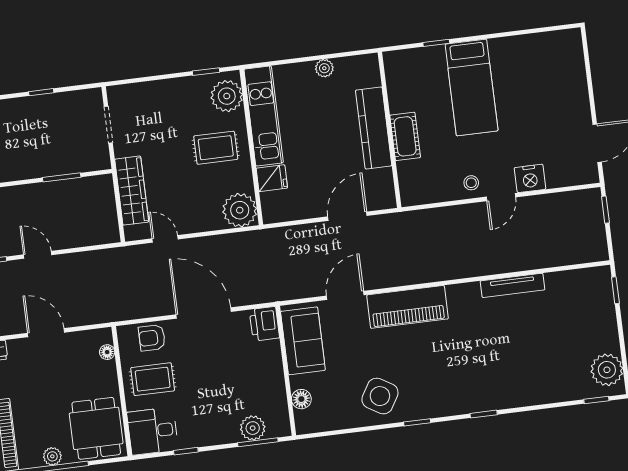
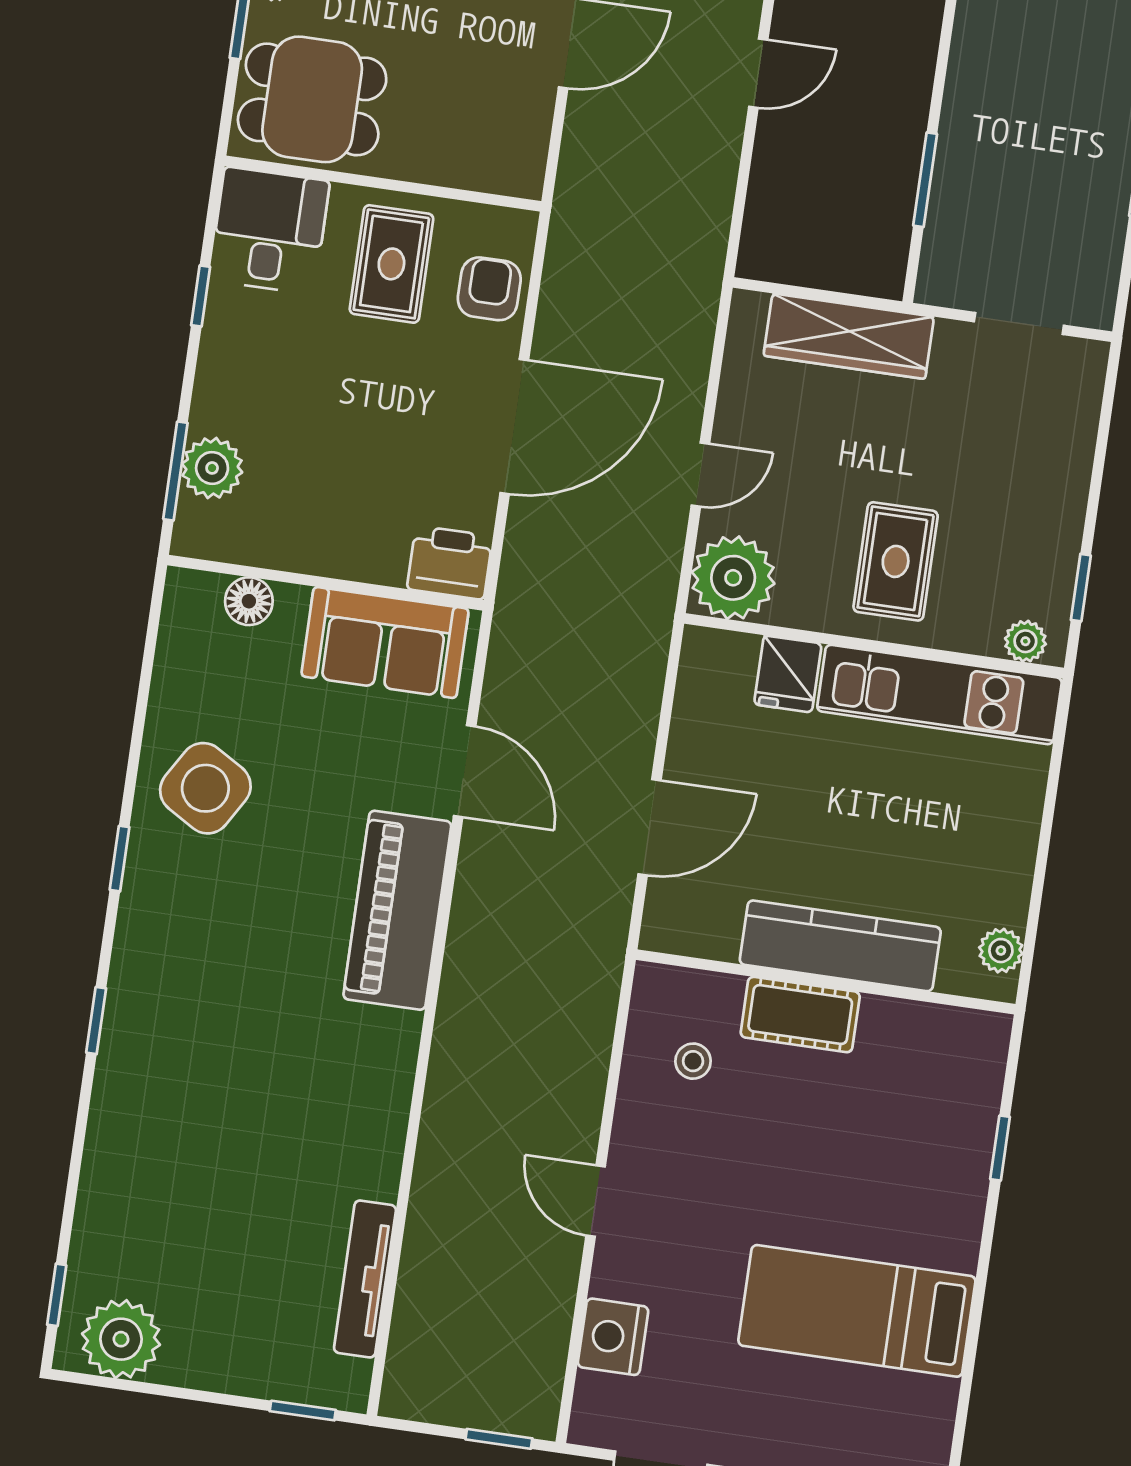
plant: (324, 68) -> (1001, 951), moved
bed: (472, 87) -> (857, 1311), moved
plant: (227, 96) -> (1025, 641), width x0.53, depth x0.53
nightstand: (530, 178) -> (613, 1337), moved
stool: (471, 183) -> (693, 1061), moved
door: (347, 216) -> (650, 827), hinge flipped
door: (165, 239) -> (700, 475), moved
tv unit: (512, 285) -> (365, 1279), moved
floor lamp: (107, 352) -> (484, 174), removed

